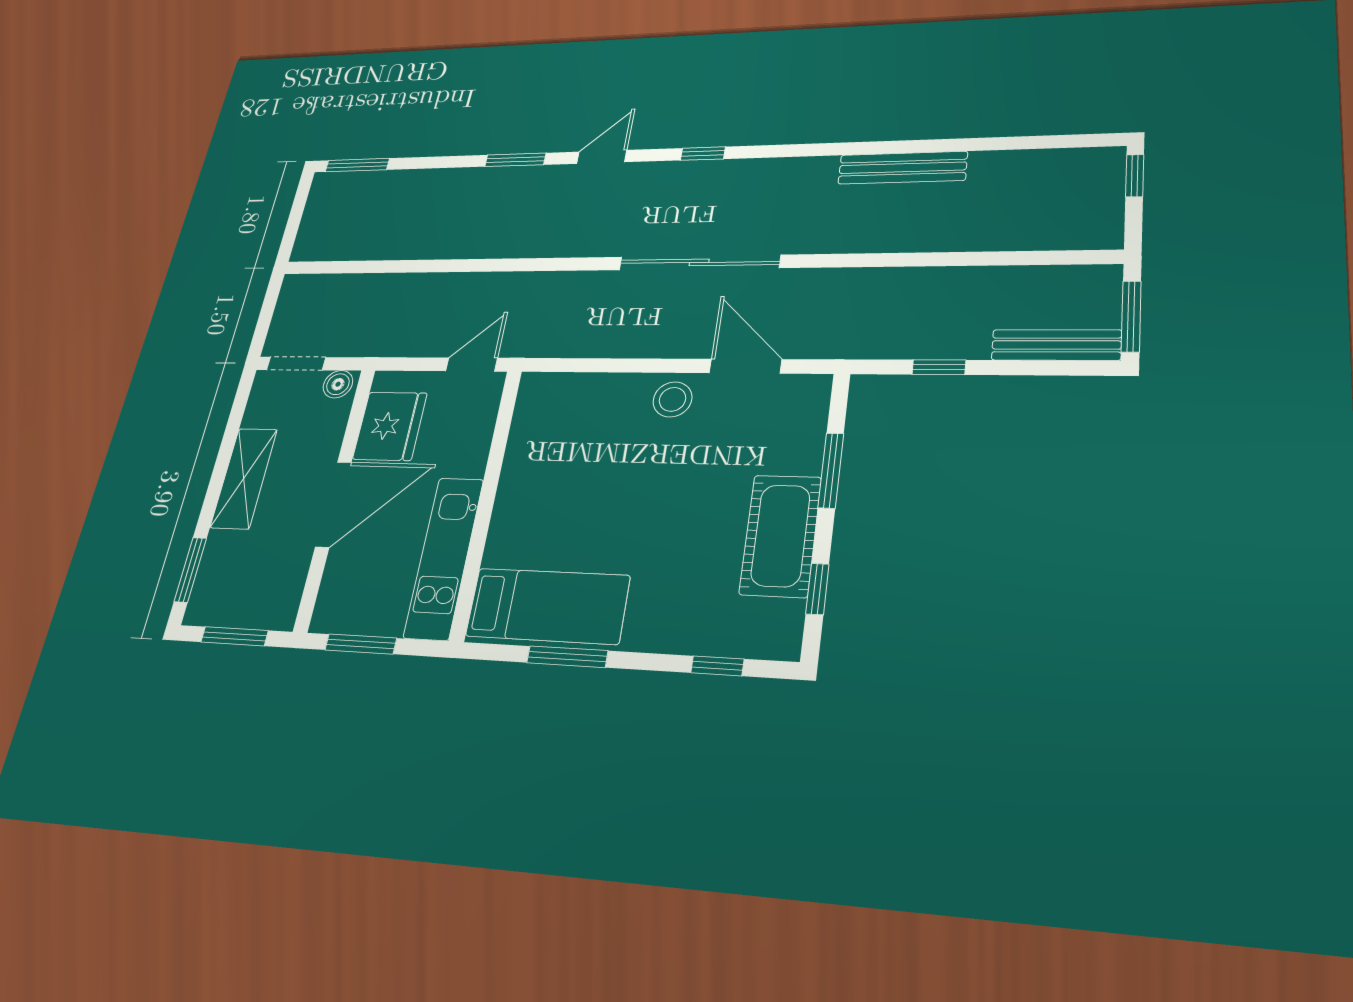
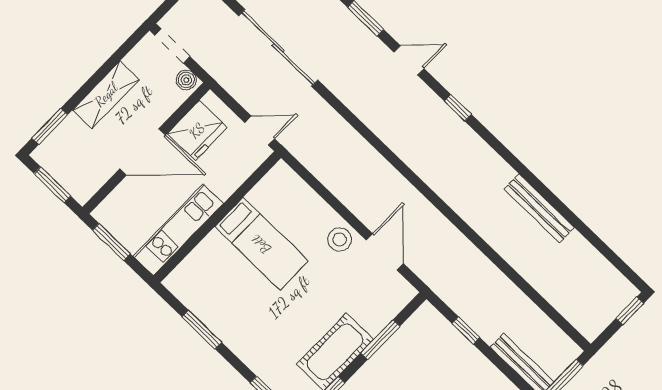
sliding door: (699, 262) -> (278, 48), moved
bed: (548, 606) -> (261, 244), moved

